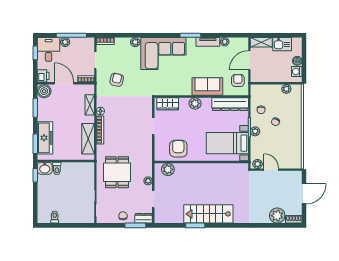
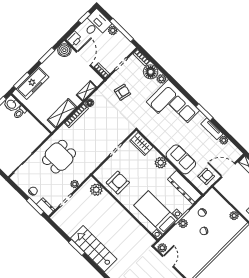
floor lamp: (122, 45) -> (151, 72), added

